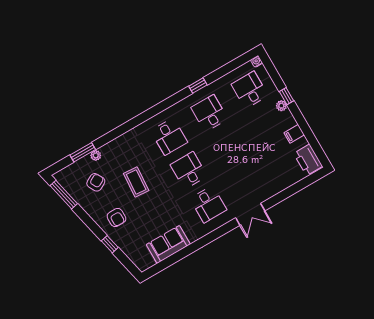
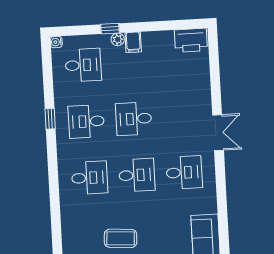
desk: (250, 90) -> (83, 65), turned 180
filing cabinet: (294, 134) -> (133, 42), moved
desk: (229, 147) -> (134, 119), added
desk: (189, 170) -> (137, 175), turned 180

